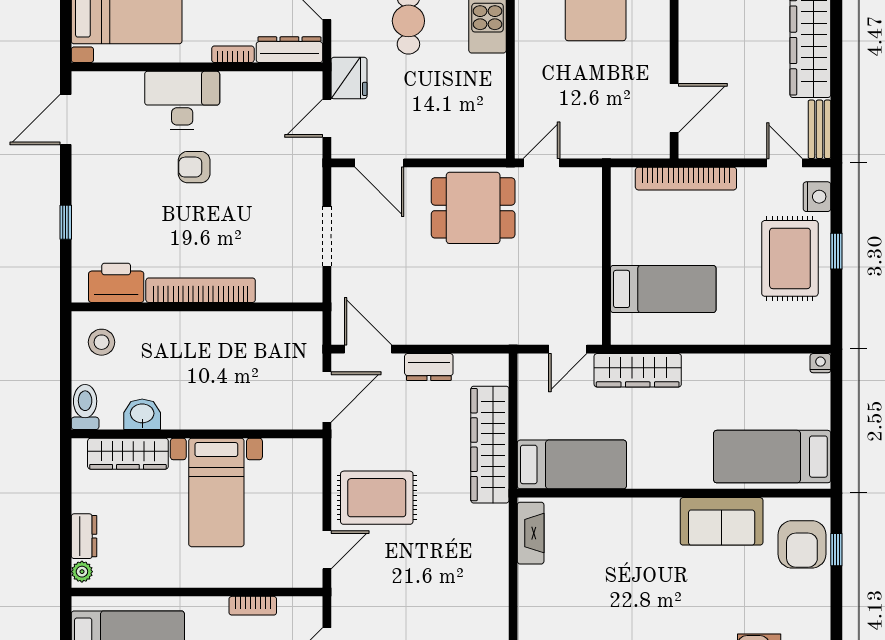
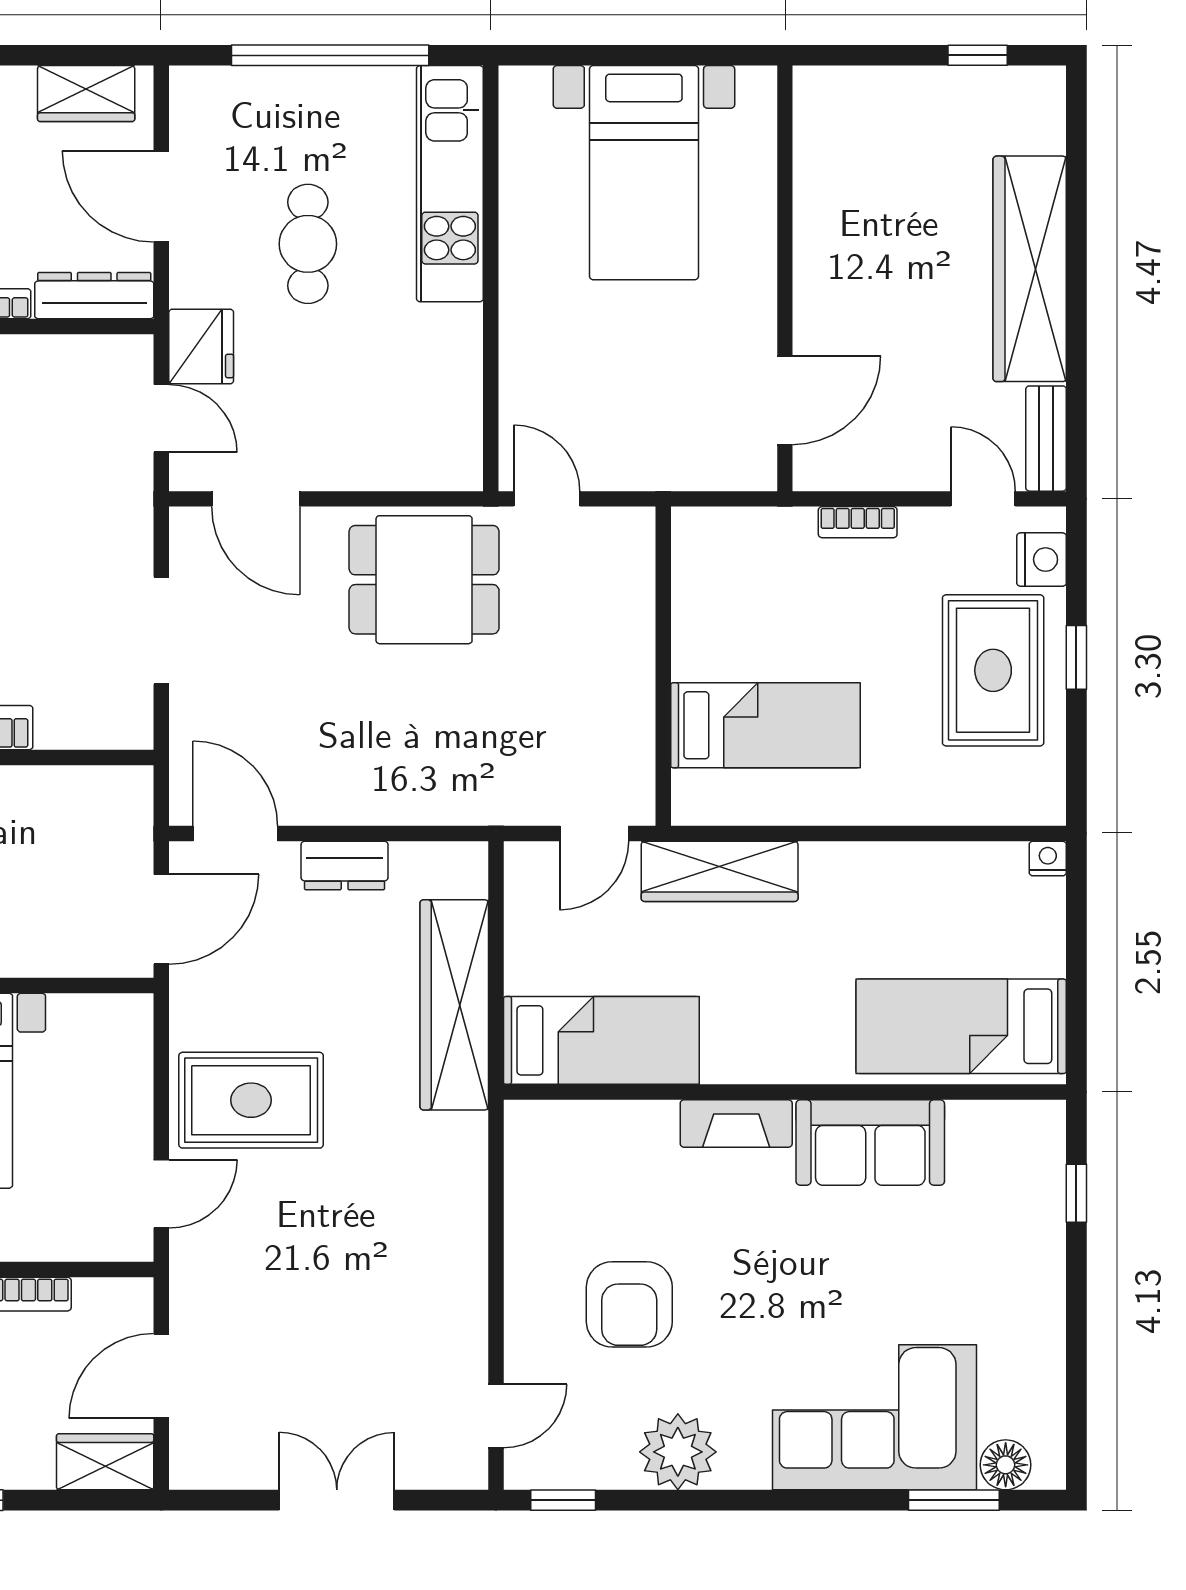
door: (327, 118) -> (161, 418), swing flipped
door: (541, 163) -> (547, 499), hinge flipped
bookcase: (686, 179) -> (858, 522), width x0.43, depth x0.76
fireplace: (531, 533) -> (736, 1123), moved, turned 90
armchair: (802, 544) -> (629, 1304), moved

